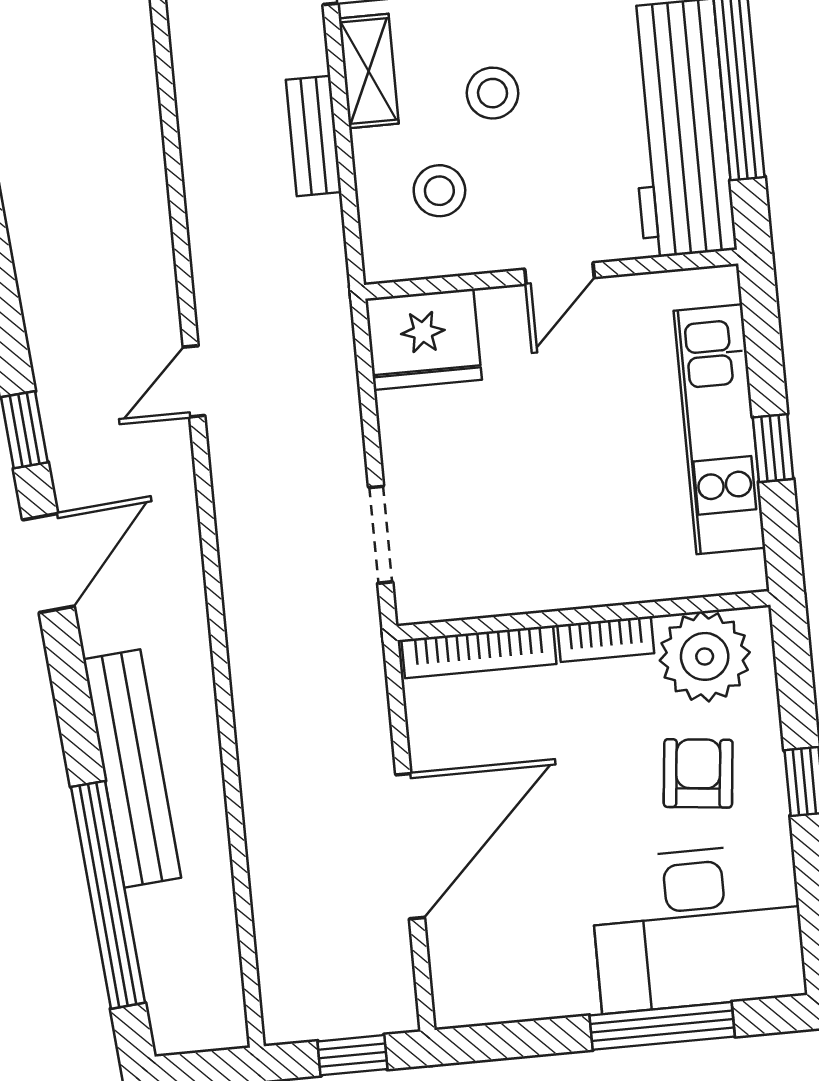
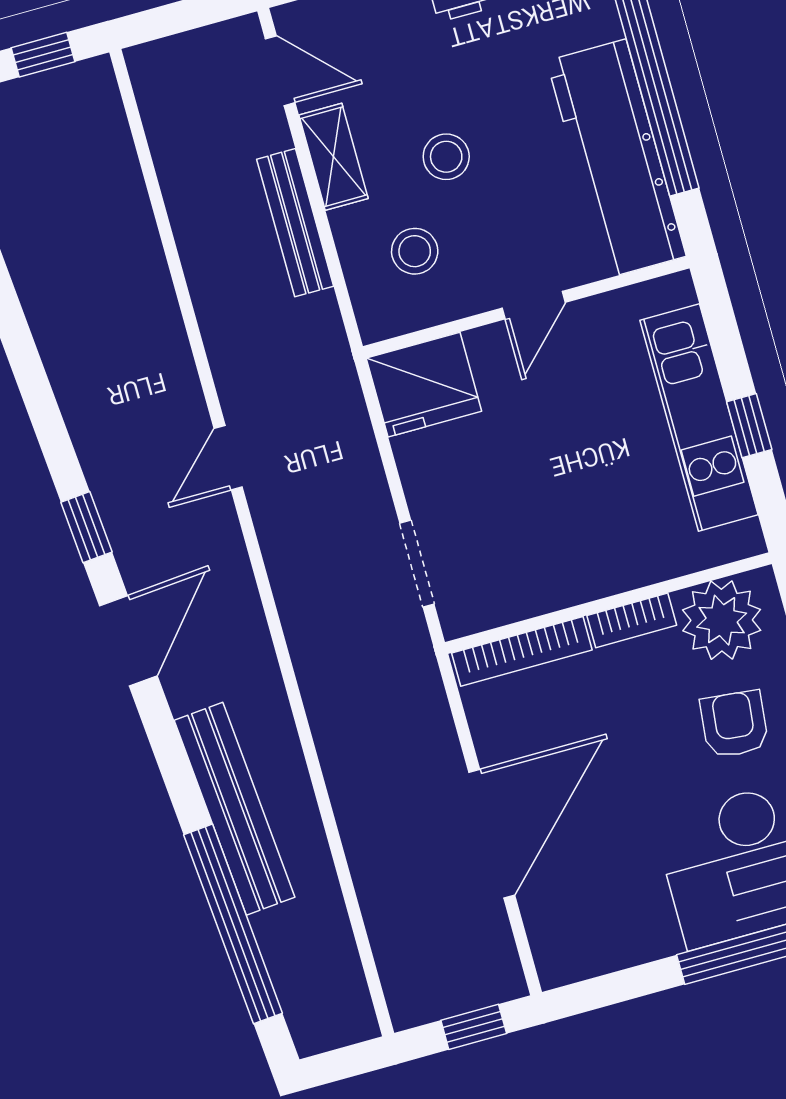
bench: (314, 136) -> (295, 223), width x1.36

